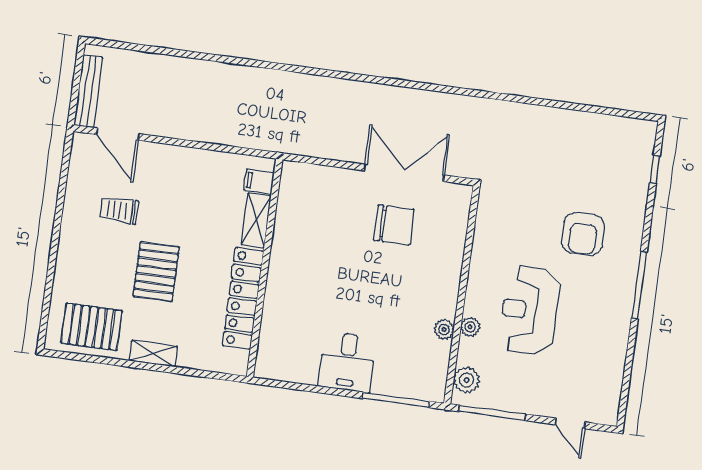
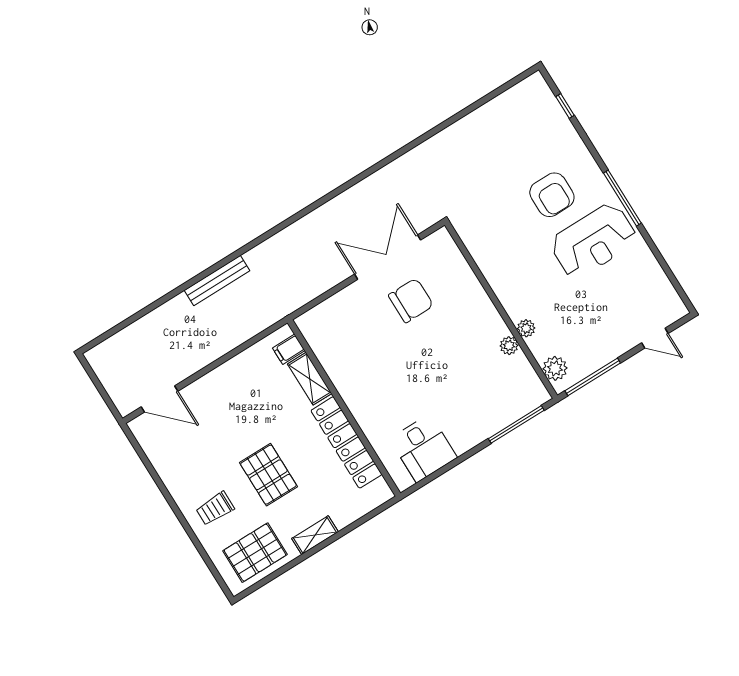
bench: (88, 91) -> (217, 280), moved, turned 90
trolley: (119, 210) -> (215, 508), moved
reception desk: (530, 310) -> (594, 241), moved, turned -90
desk: (347, 362) -> (423, 448), moved

